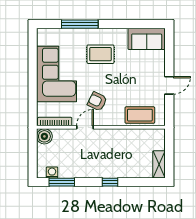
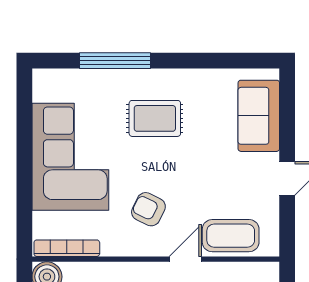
sofa: (147, 39) -> (259, 116), moved, turned 90
door: (85, 127) -> (185, 259), moved

